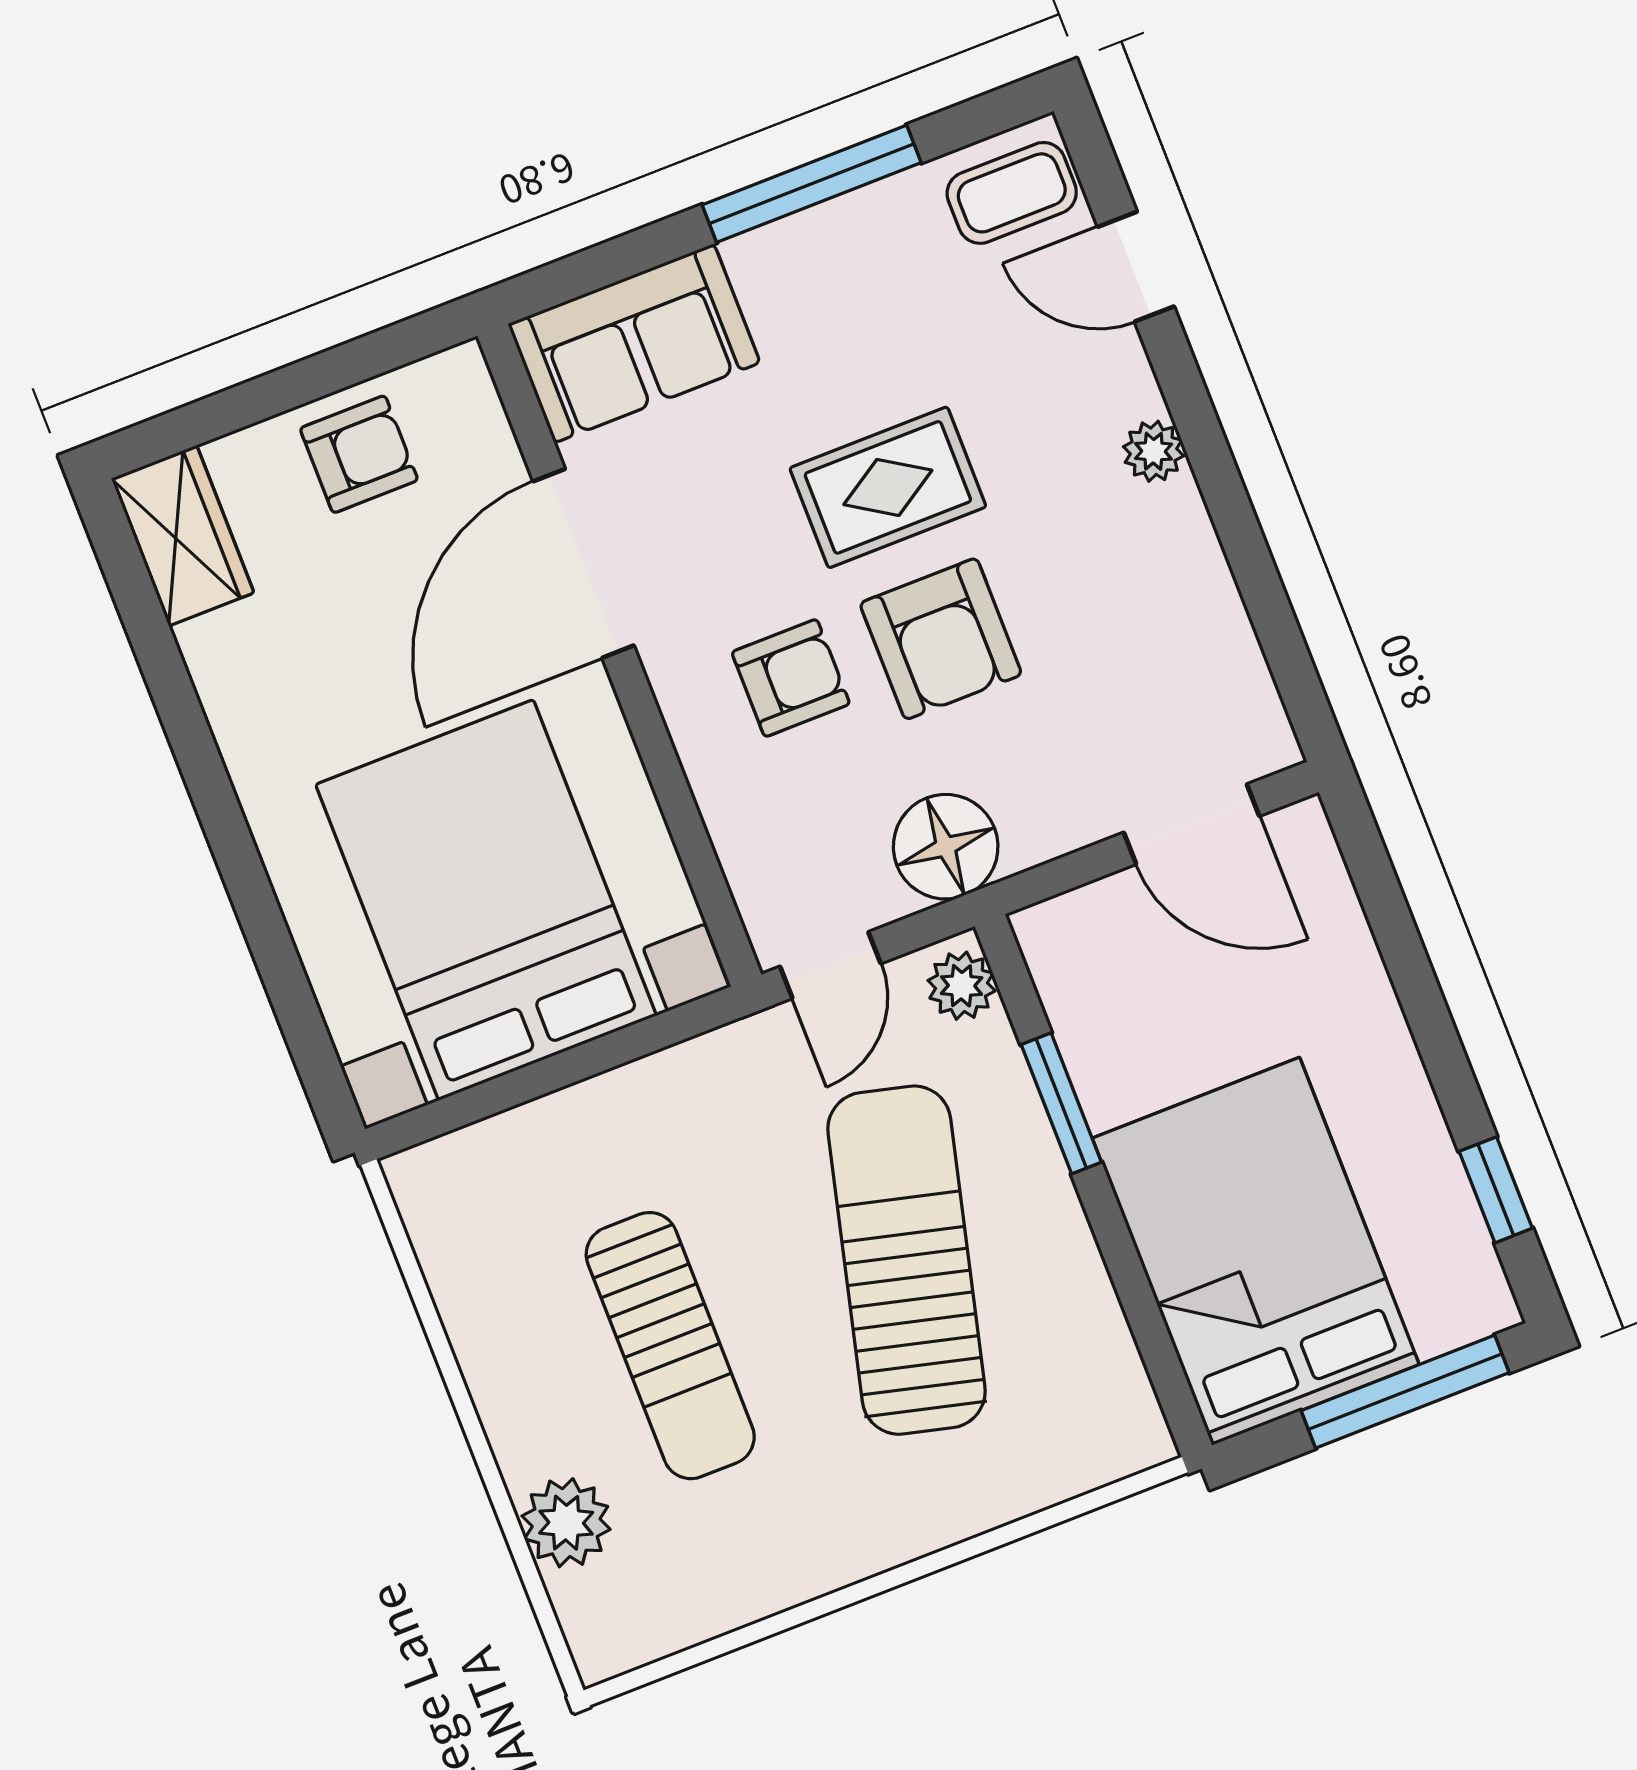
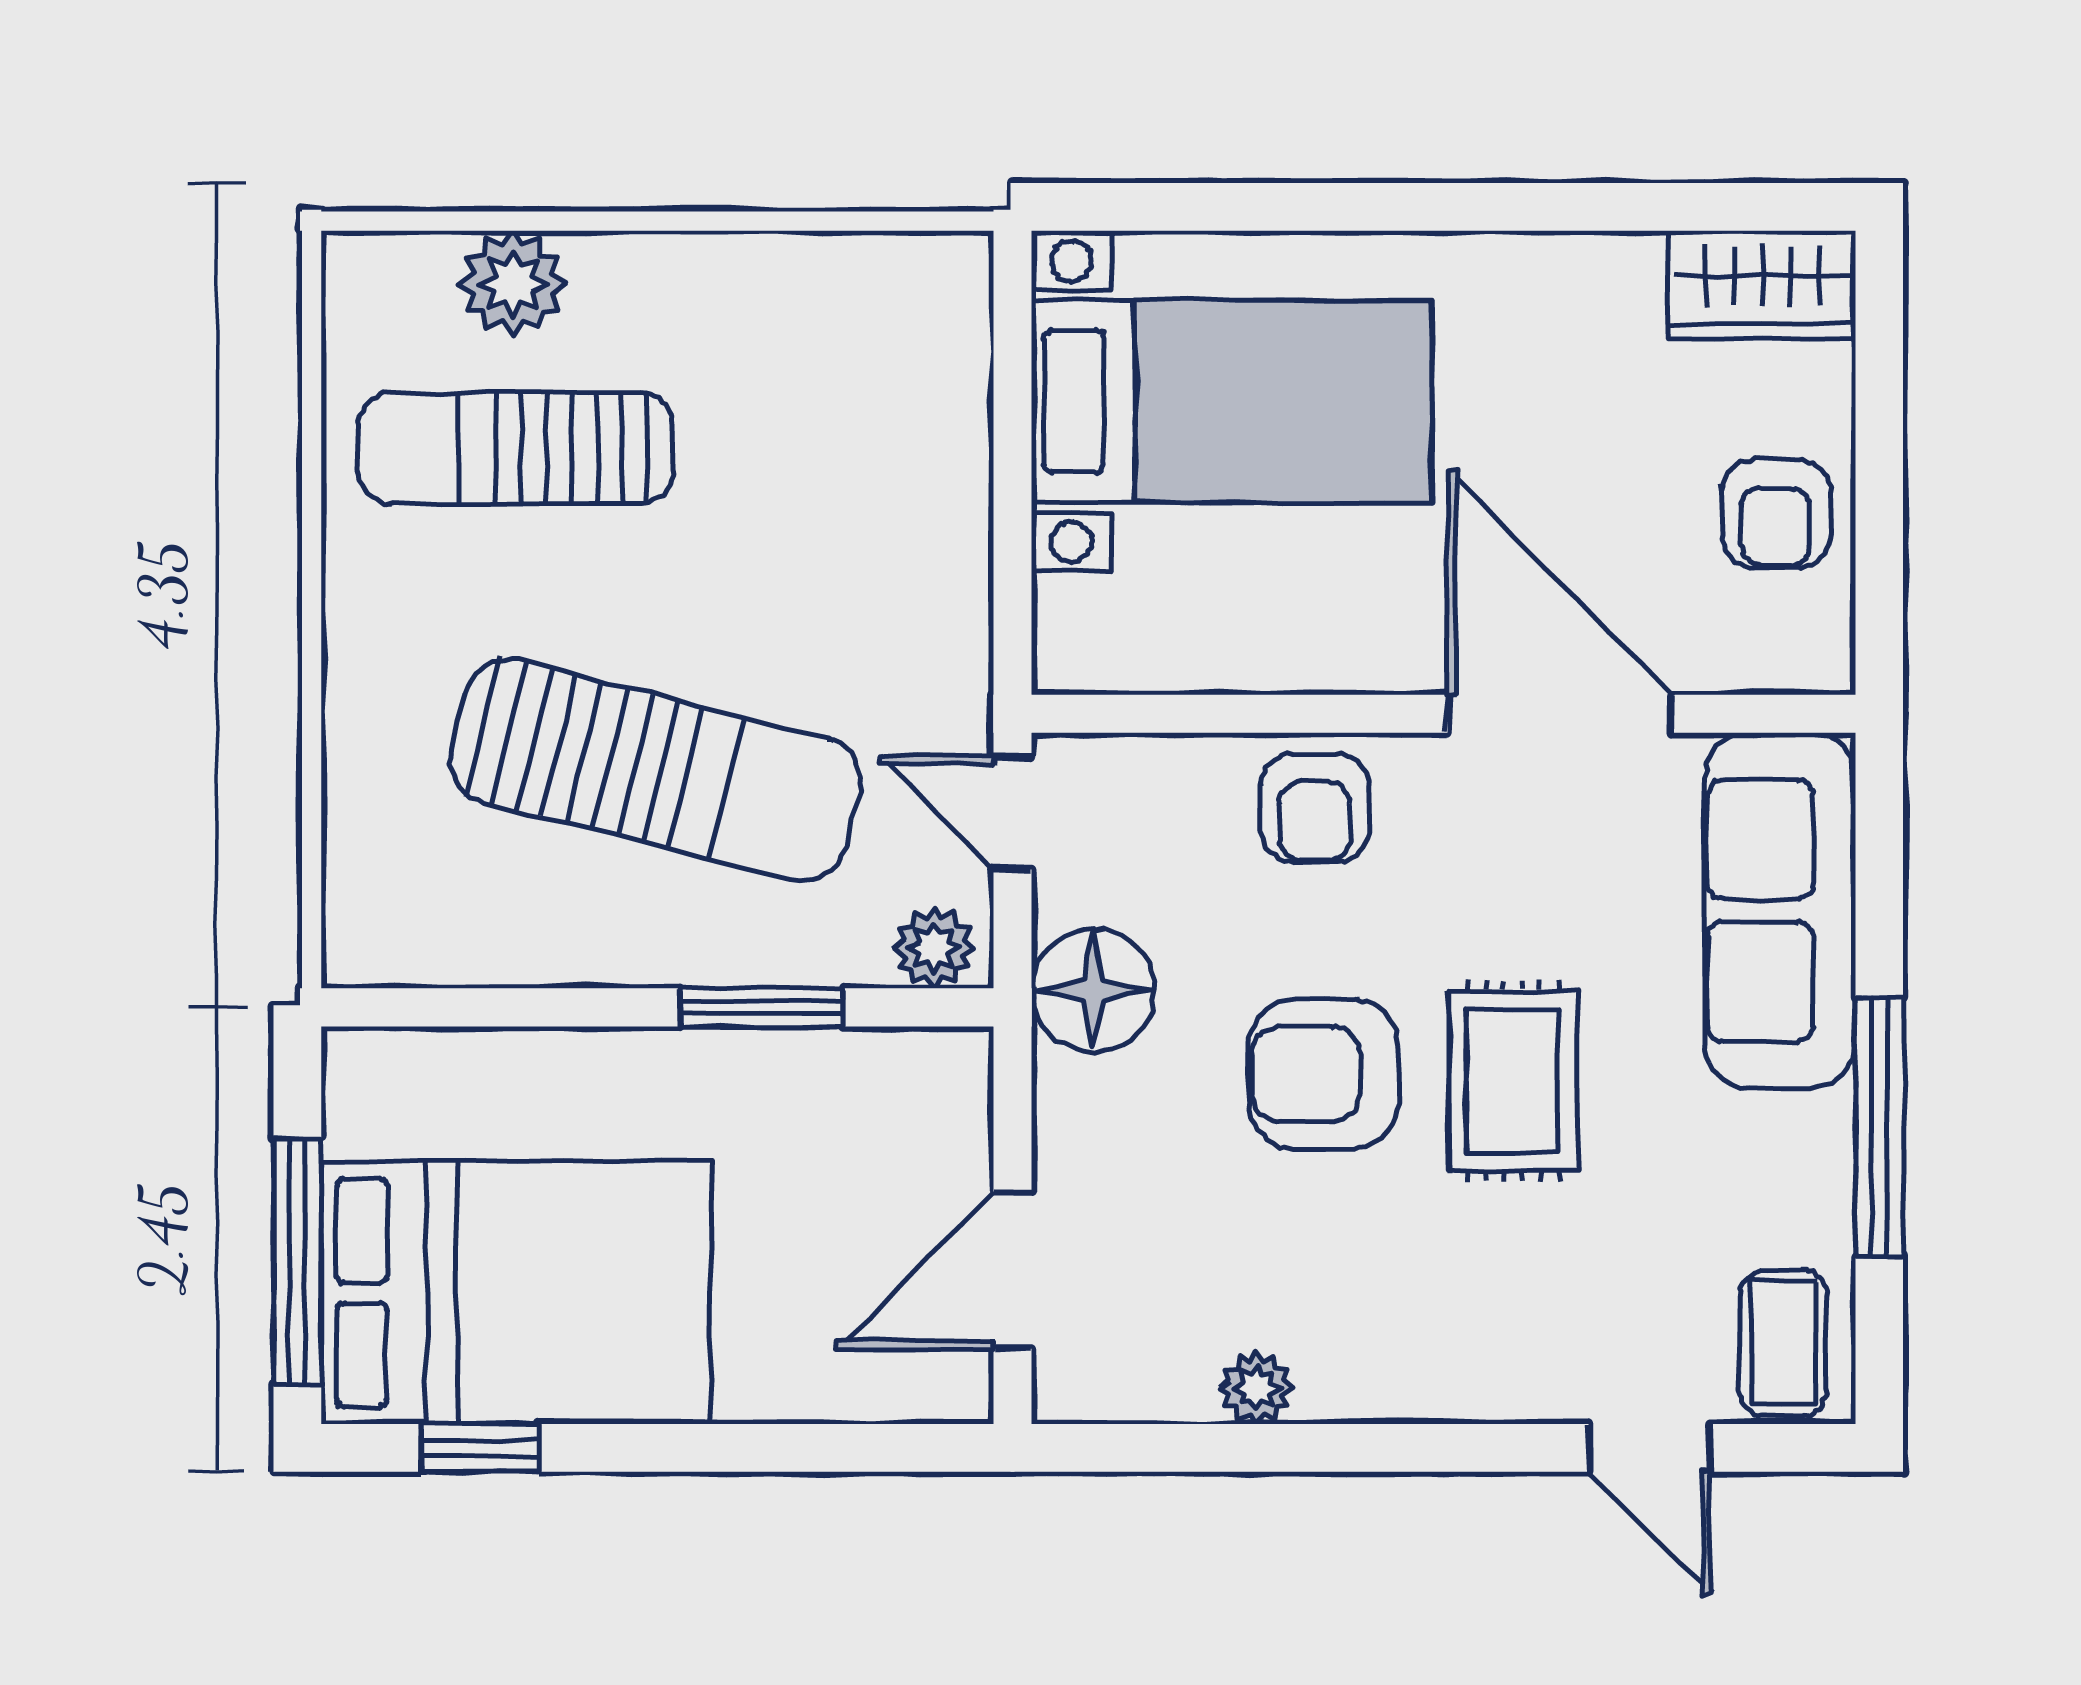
door: (1136, 267) -> (1649, 1448), swing flipped
sofa: (634, 343) -> (1780, 911), width x1.36
plant: (1153, 451) -> (1256, 1388), moved
armchair: (791, 678) -> (1315, 808), moved
bed with nightstands: (486, 900) -> (1232, 401), width x0.73
bed: (1256, 1251) -> (516, 1293), moved
sun lounger: (670, 1346) -> (515, 448), moved

